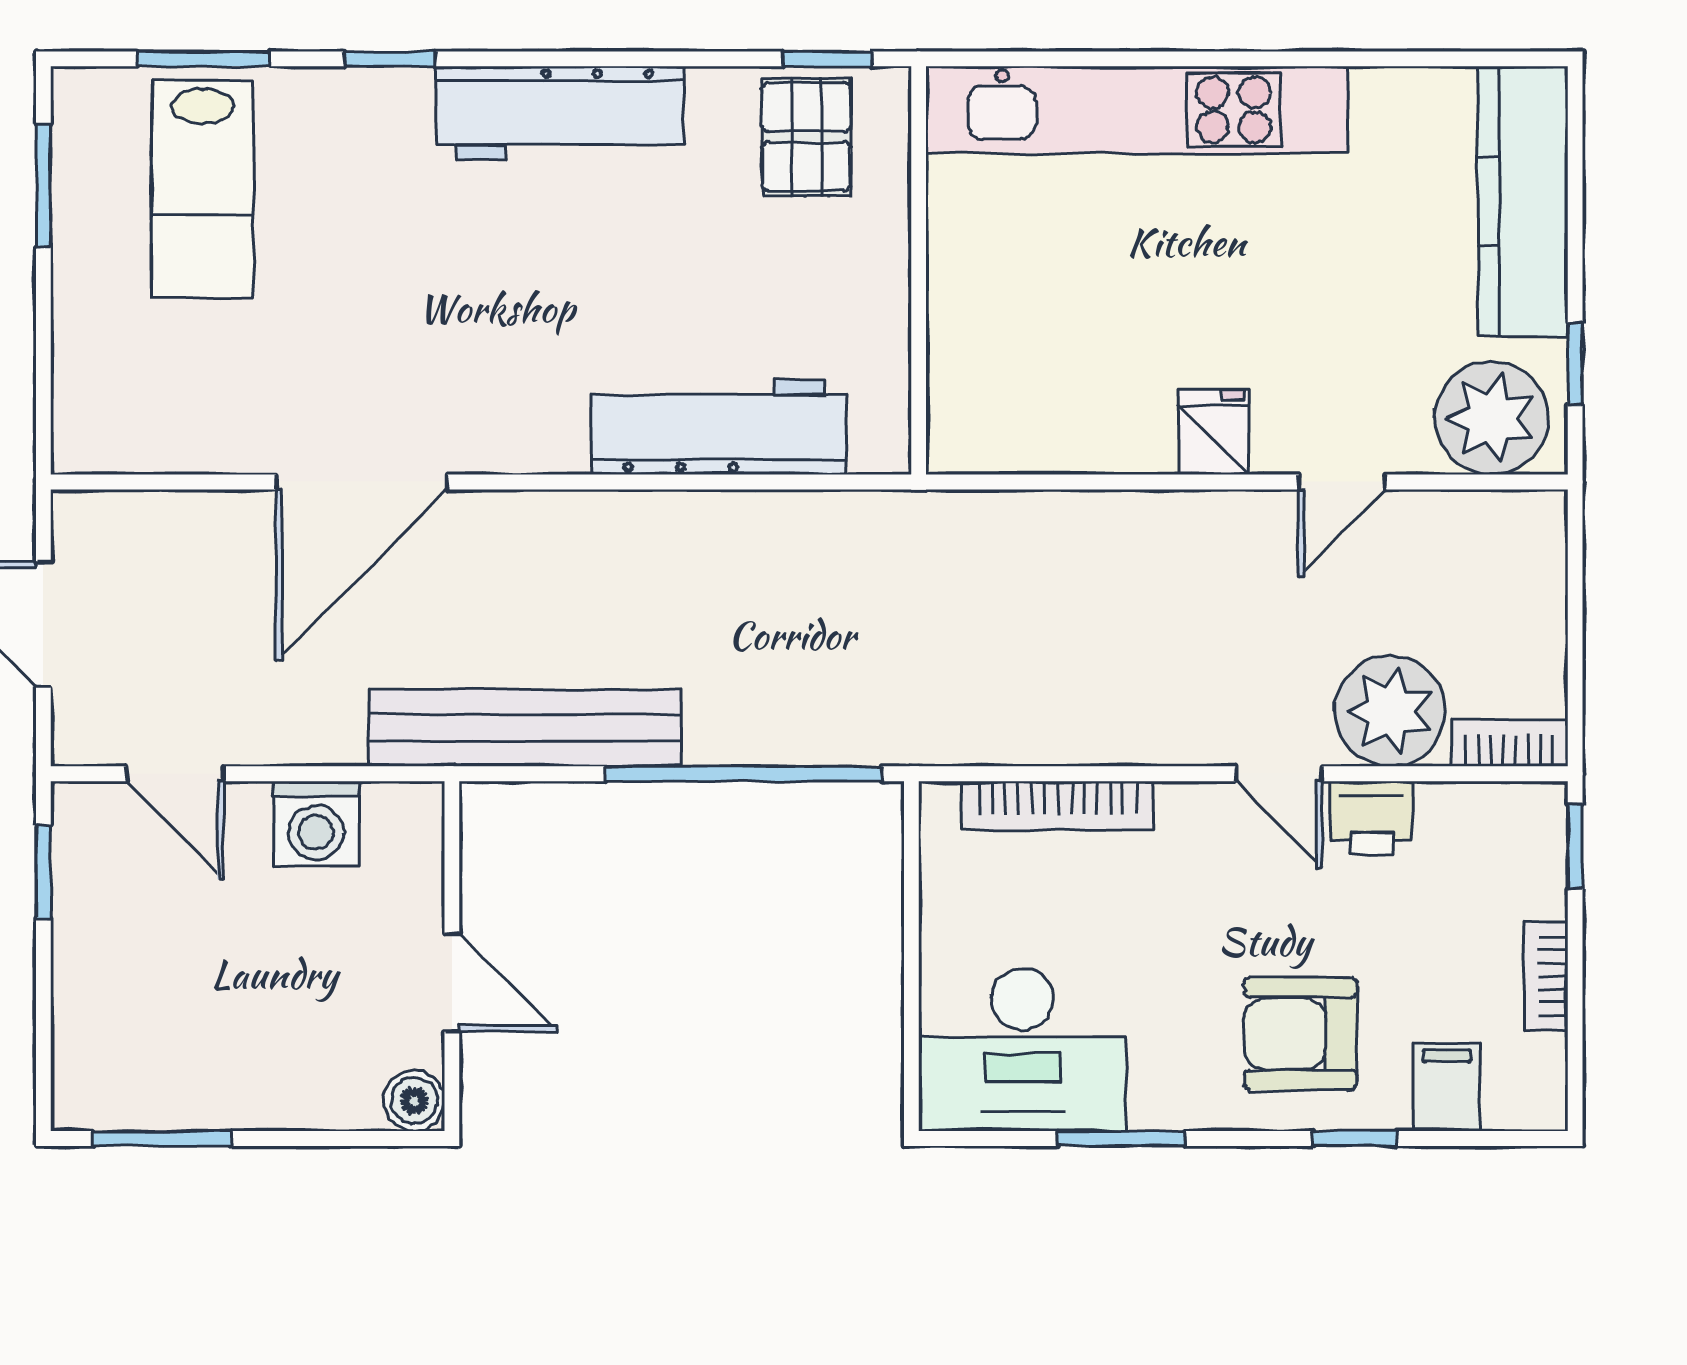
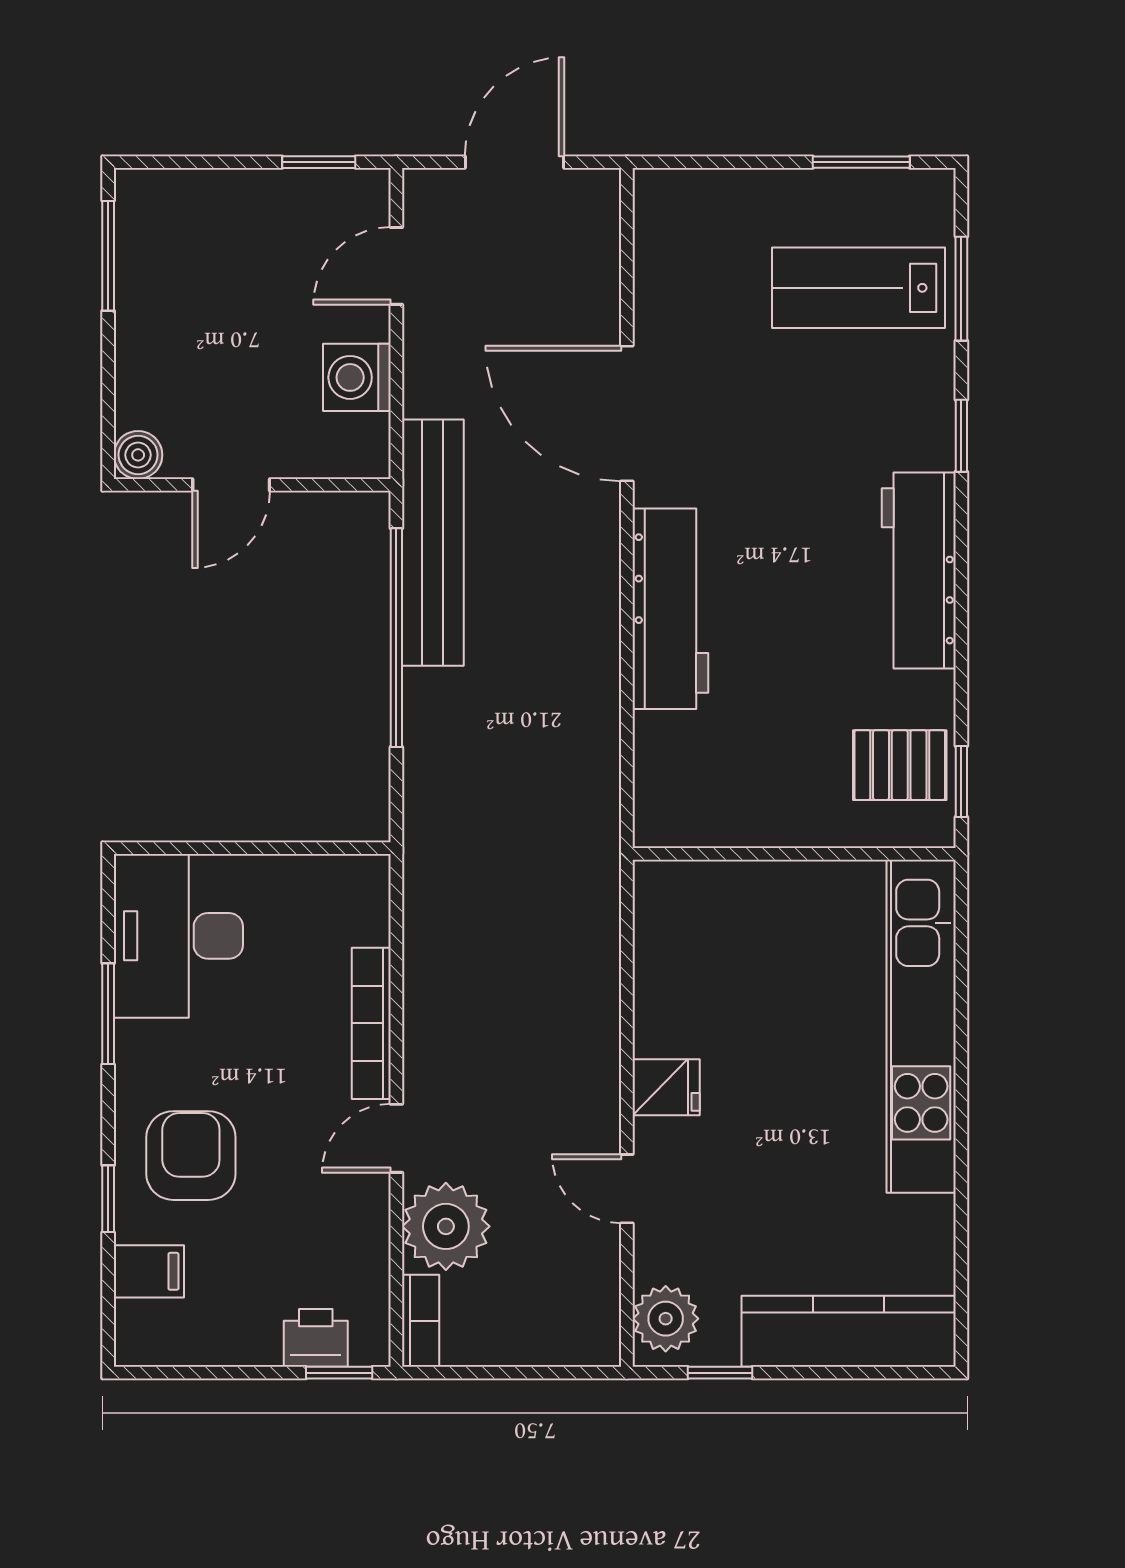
plant: (1492, 418) -> (666, 1319), width x0.73, depth x0.73
workbench: (719, 427) -> (670, 609), moved
window: (744, 774) -> (396, 638), moved
bookcase: (1057, 806) -> (371, 1023), moved
printer: (1371, 818) -> (316, 1338), moved, turned 90
bookcase: (1546, 976) -> (236, 1350), removed

